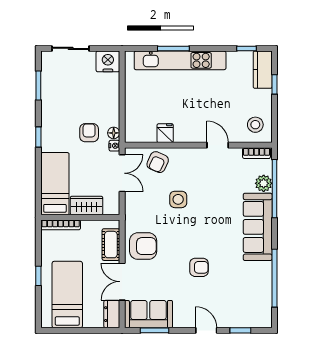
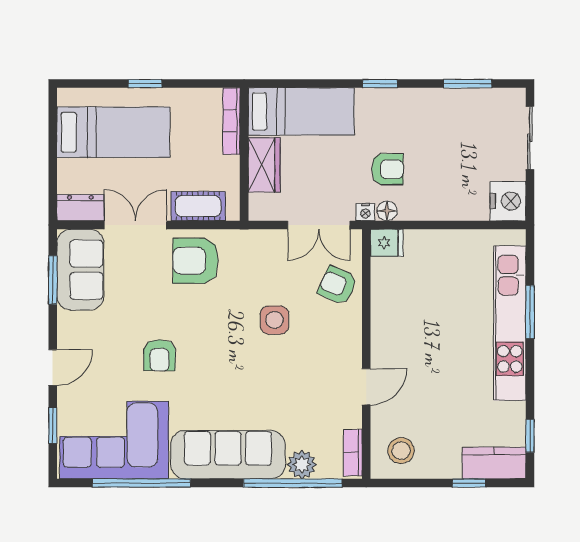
fridge: (165, 133) -> (387, 243), moved
armchair: (143, 246) -> (196, 261), turned 90
corner sofa: (249, 294) -> (114, 440), added

